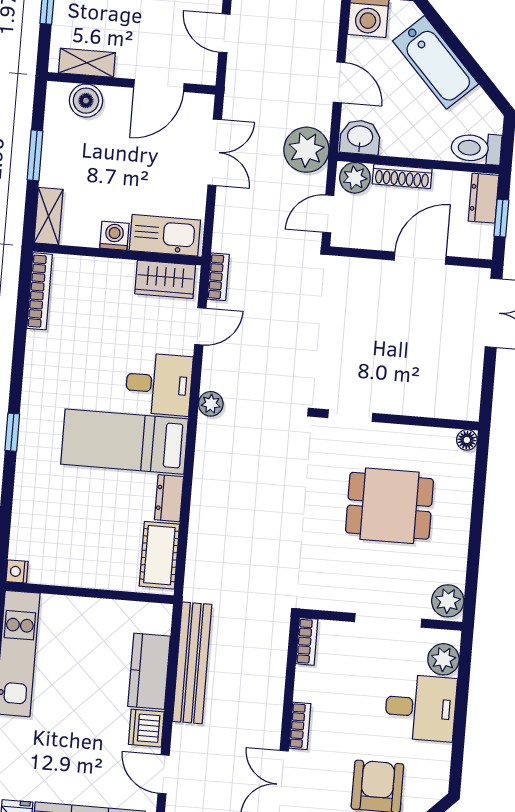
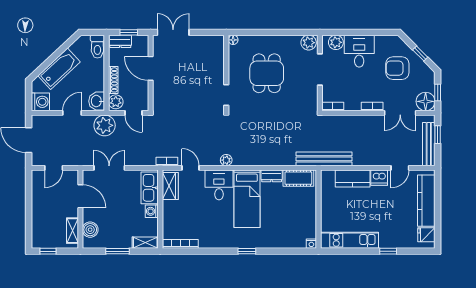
bench: (192, 663) -> (324, 159), moved

